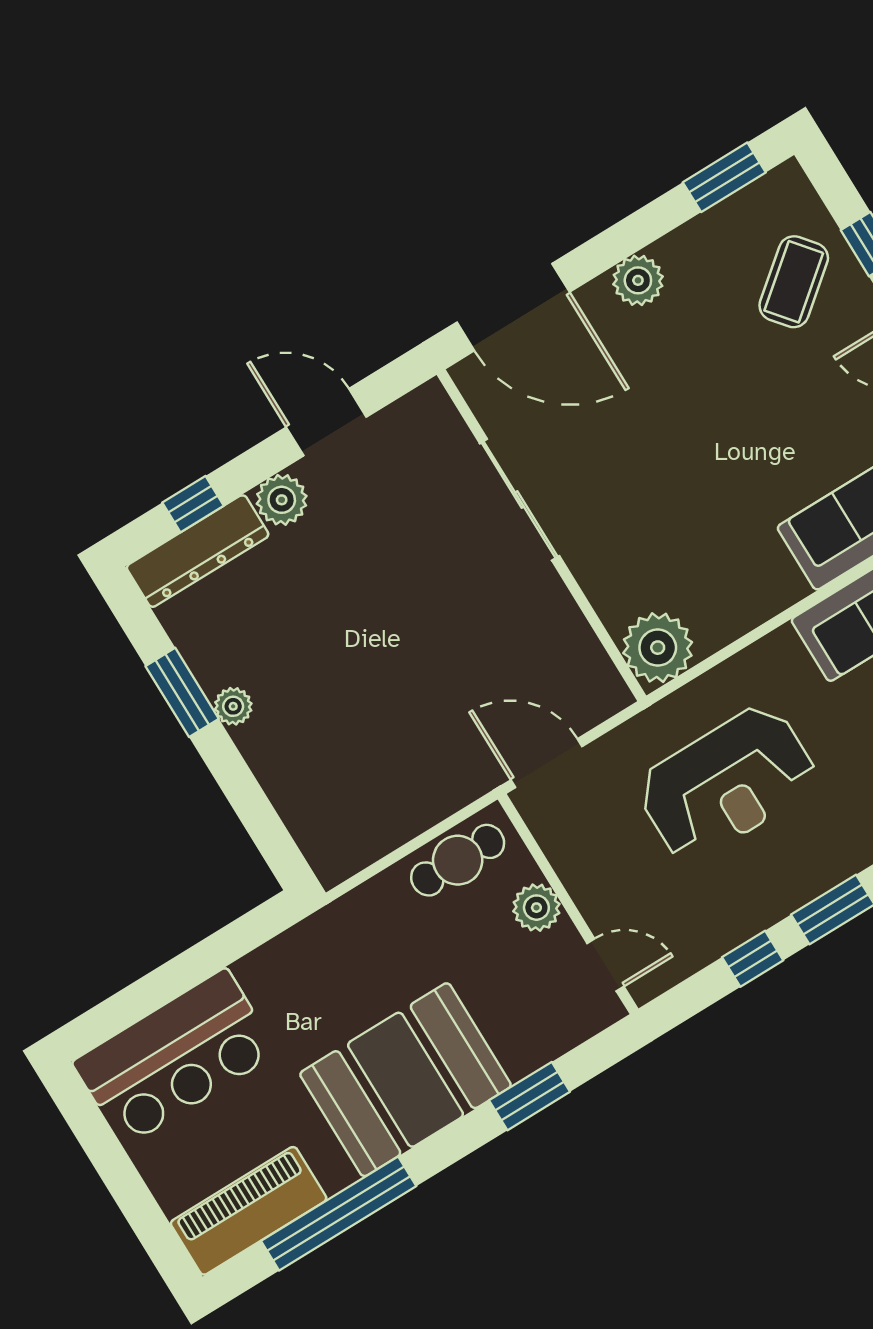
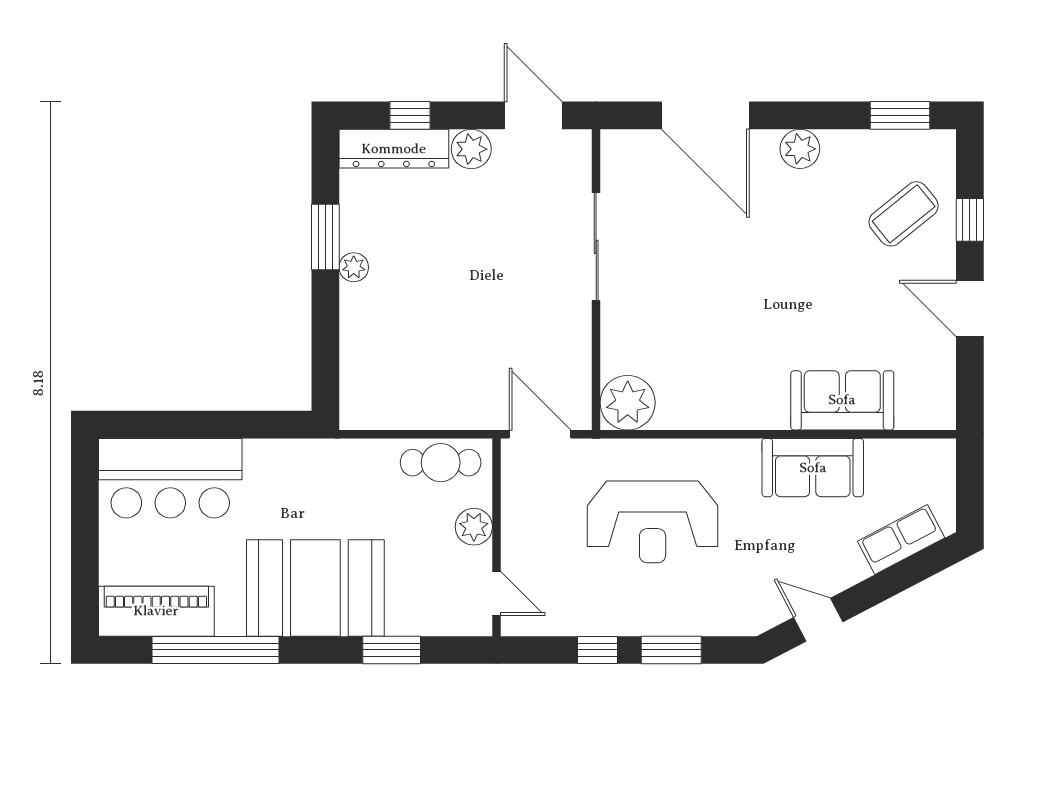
sliding door: (520, 500) -> (596, 247), moved
wall: (541, 535) -> (596, 280), moved
plant: (658, 648) -> (628, 403), moved

